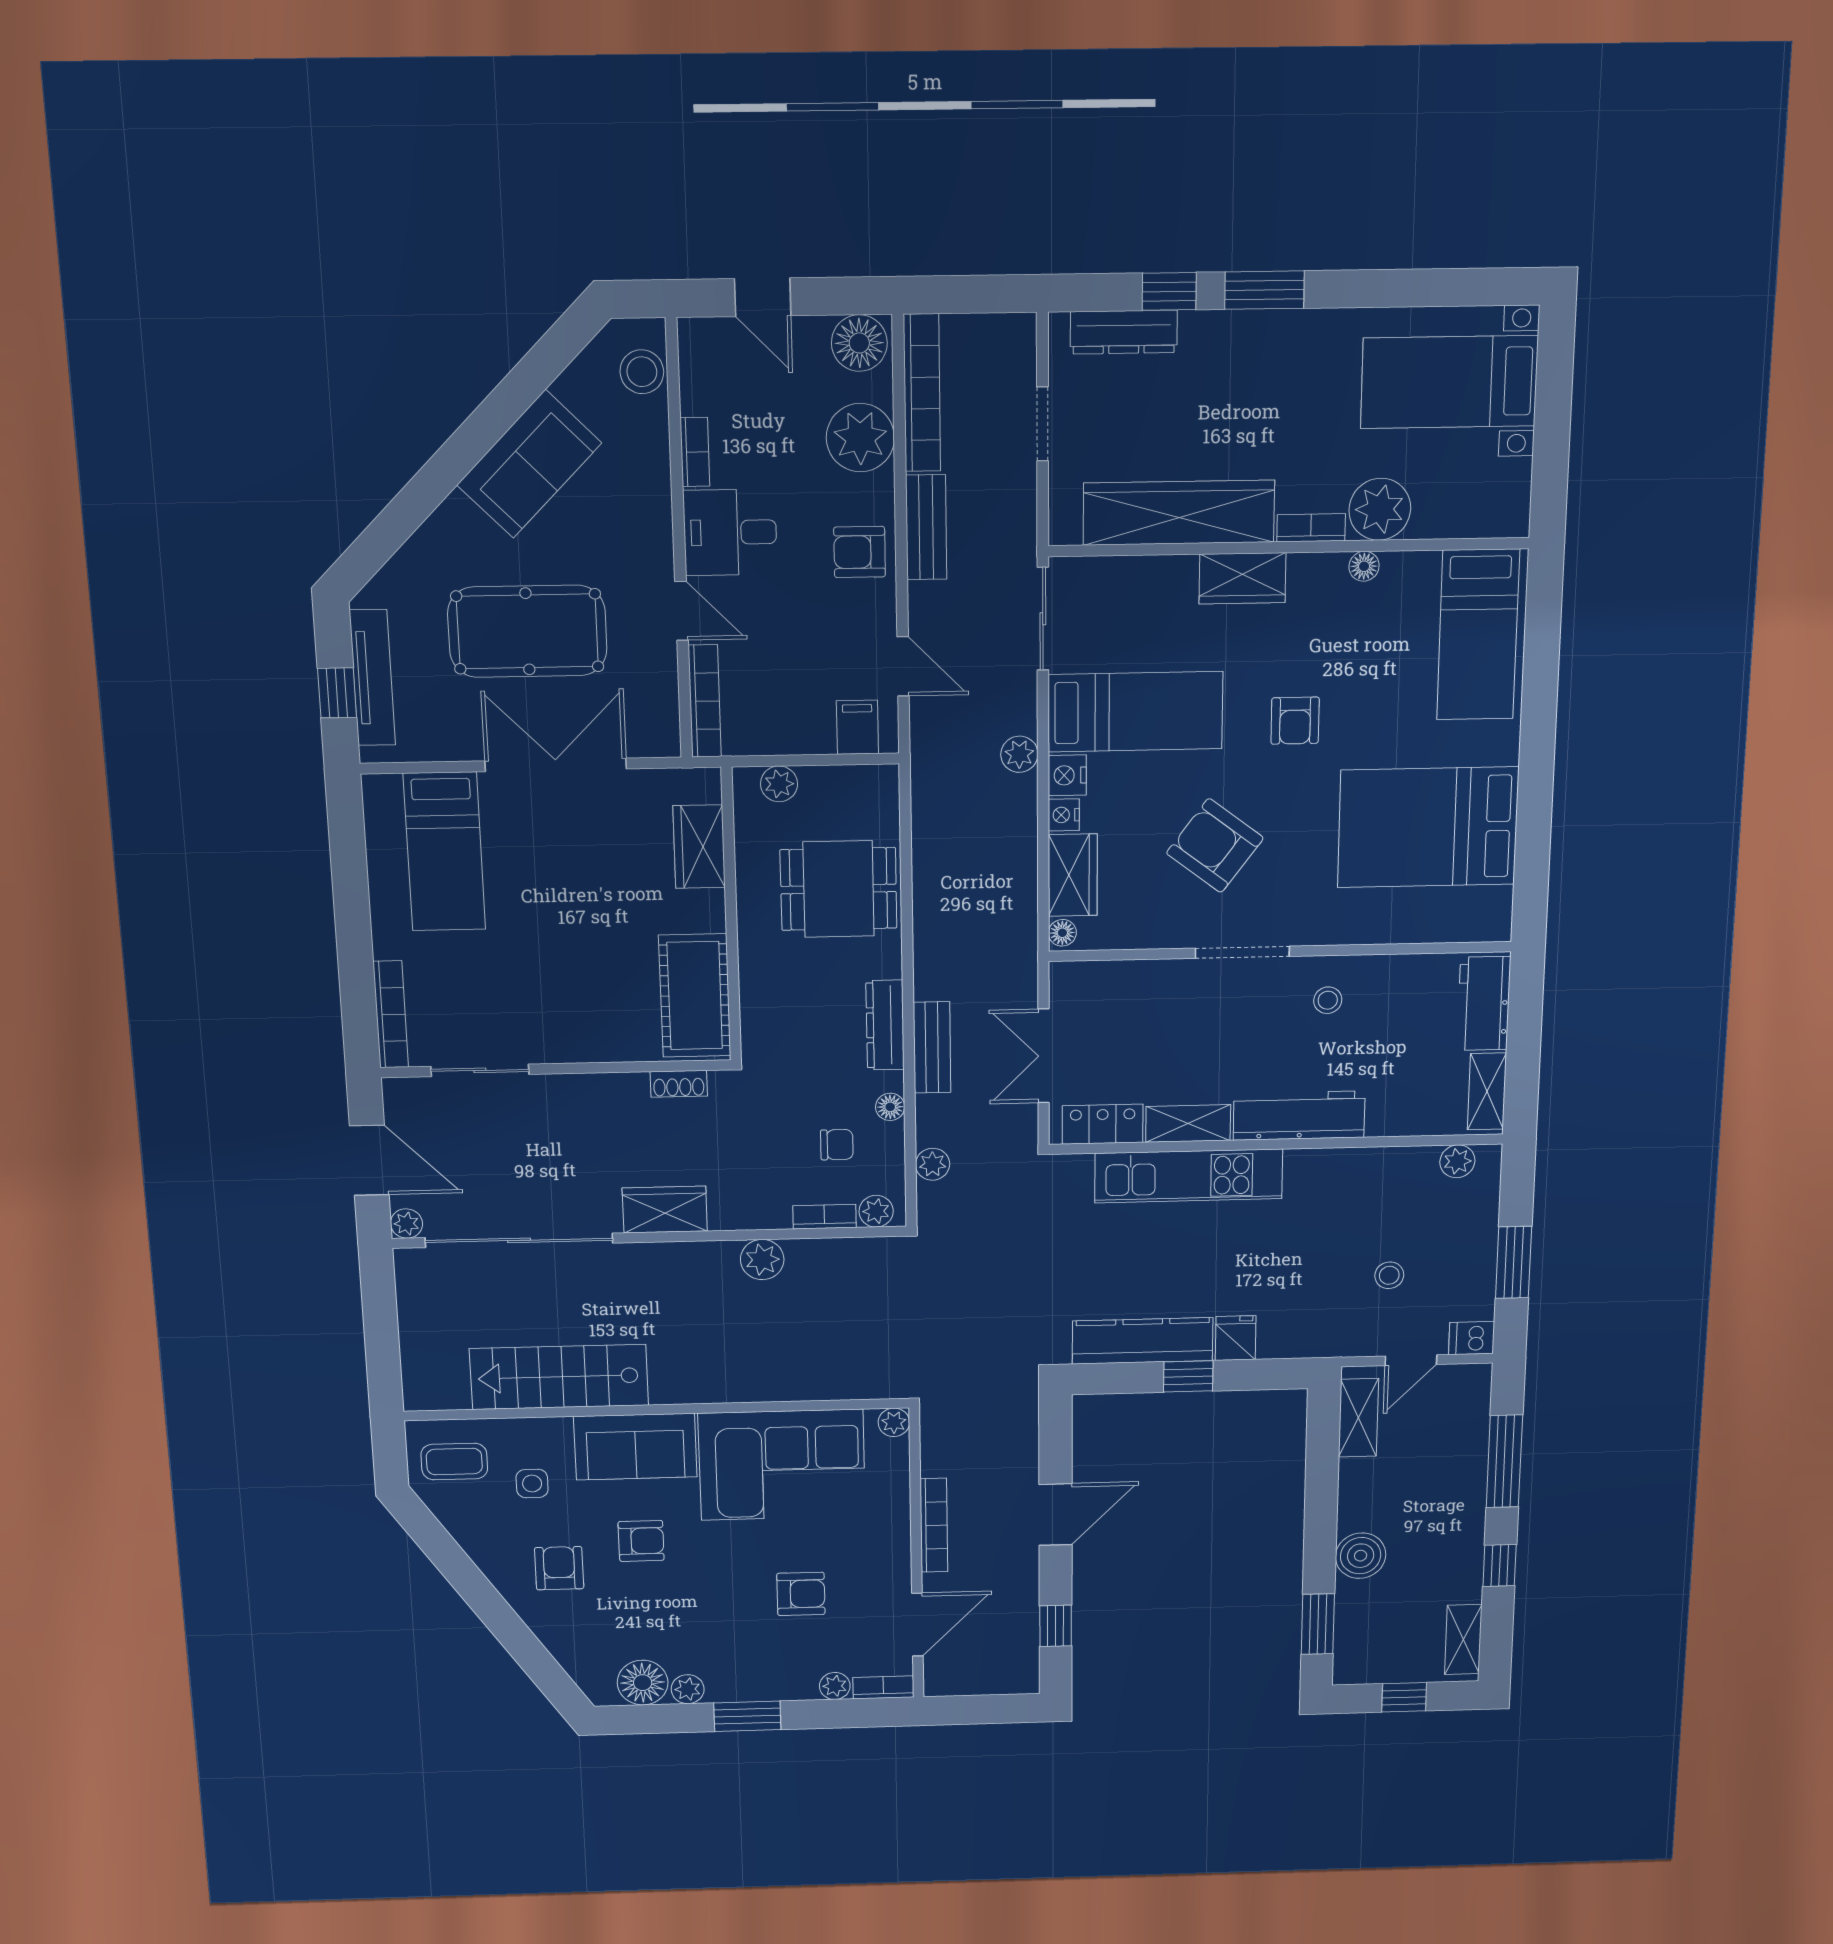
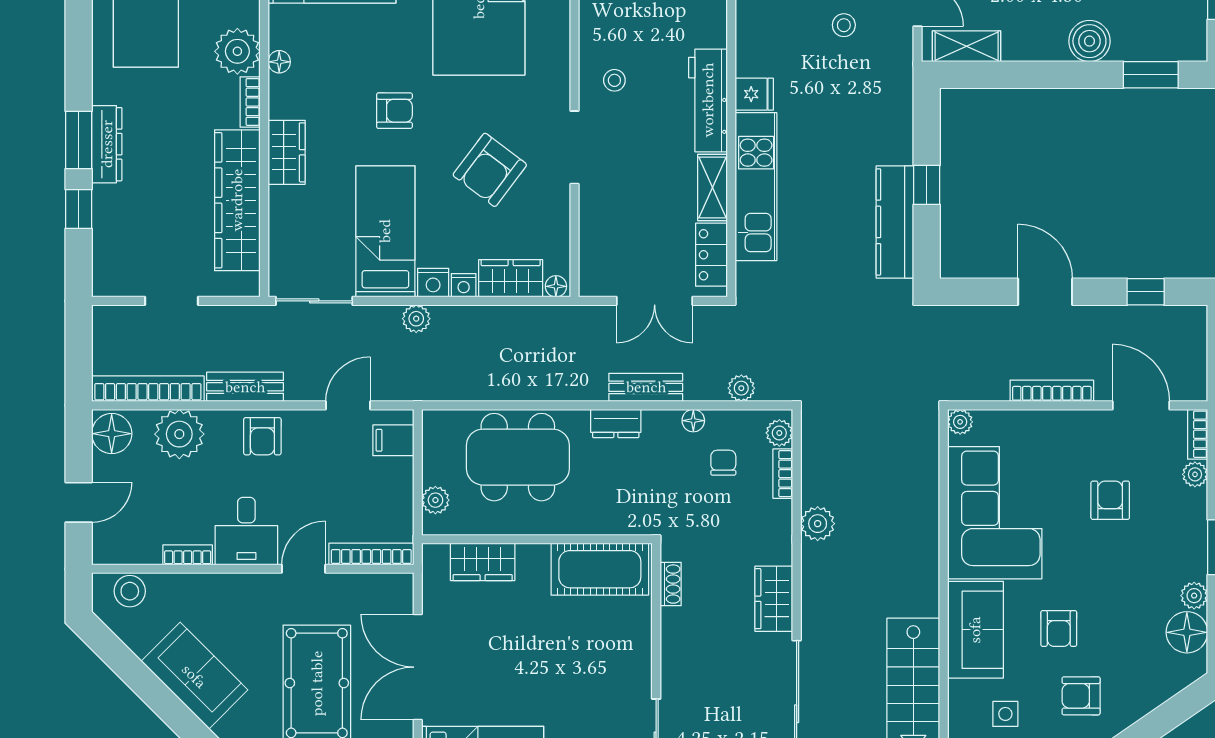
dresser: (1124, 332) -> (107, 144), moved
dining table: (839, 889) -> (518, 457), width x1.38
dresser: (885, 1025) -> (616, 423), width x0.70
fridge: (1236, 1338) -> (754, 94), moved, turned 180
armchair: (641, 1541) -> (1059, 628), turned 180

